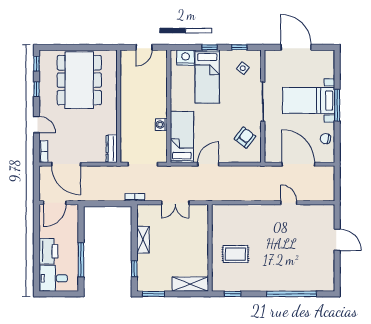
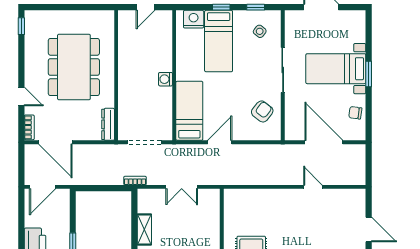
dining table: (79, 80) -> (74, 67), moved
window: (36, 89) -> (21, 56), removed
window: (337, 105) -> (369, 74), width x0.69
washing machine: (161, 125) -> (166, 79), moved

